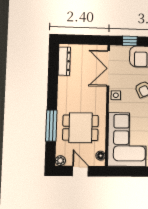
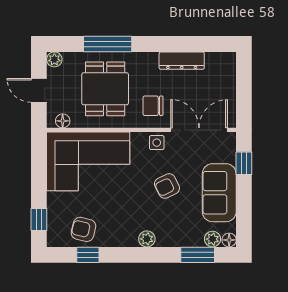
dresser: (64, 61) -> (182, 61), moved
chair: (92, 97) -> (153, 106), added
door: (80, 171) -> (39, 90), swing flipped

